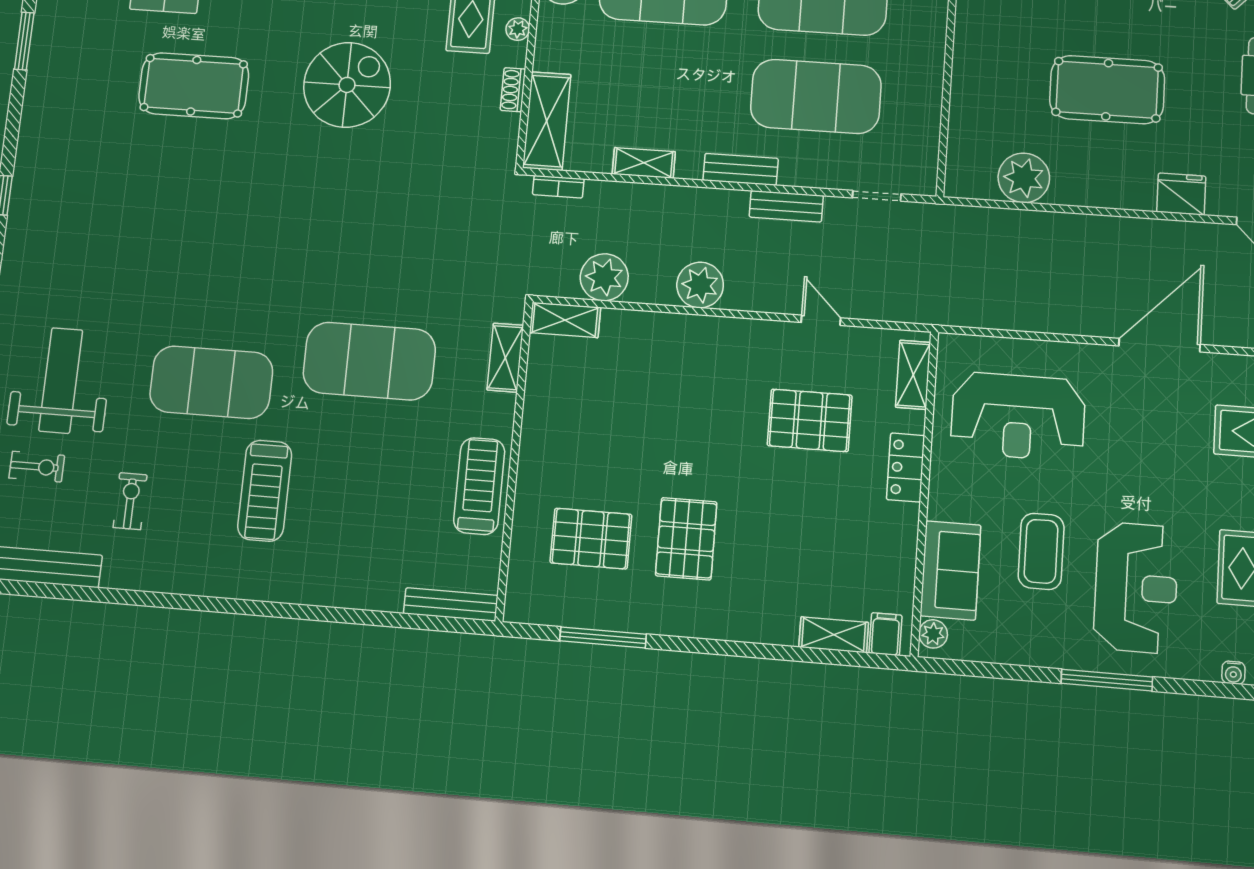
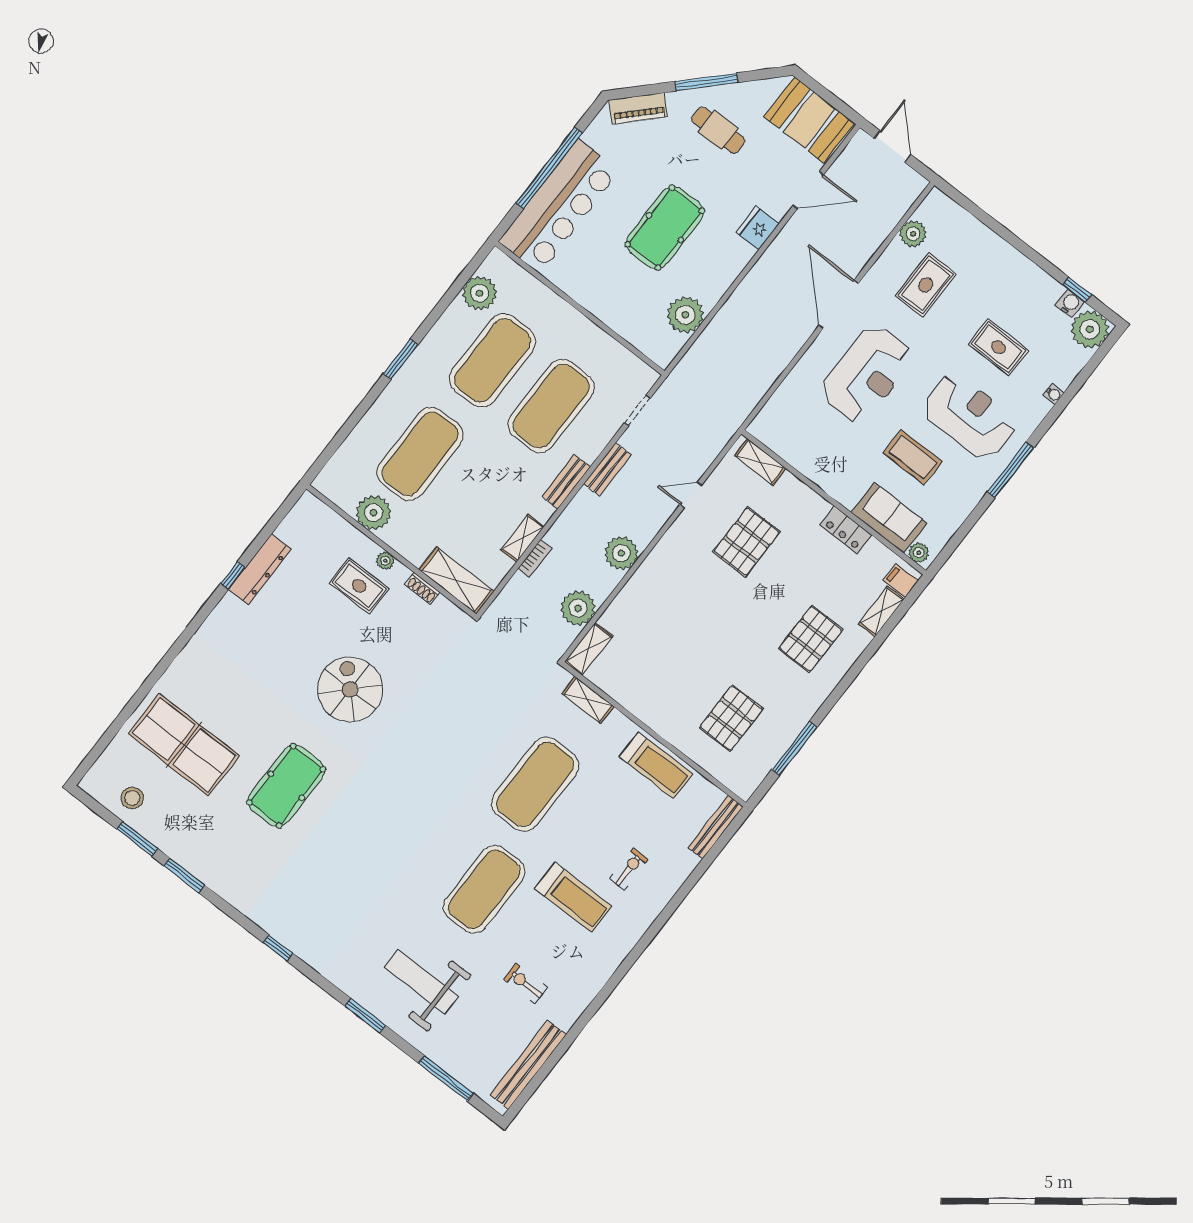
bookcase: (558, 187) -> (535, 559), moved
reception desk: (1018, 416) -> (867, 374), moved
exercise bike: (37, 467) -> (629, 869), moved
locker: (906, 467) -> (846, 530), moved
treadmill: (479, 486) -> (656, 765), turned 180
pallet: (686, 539) -> (811, 639), moved, turned 90

